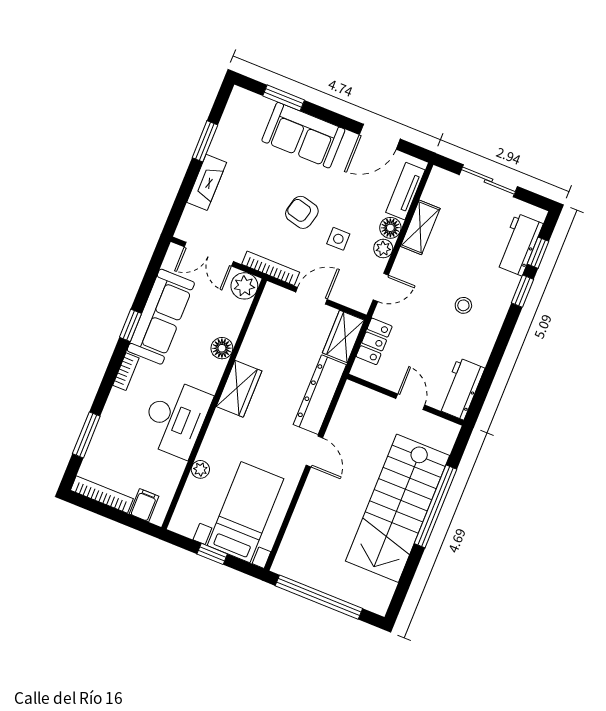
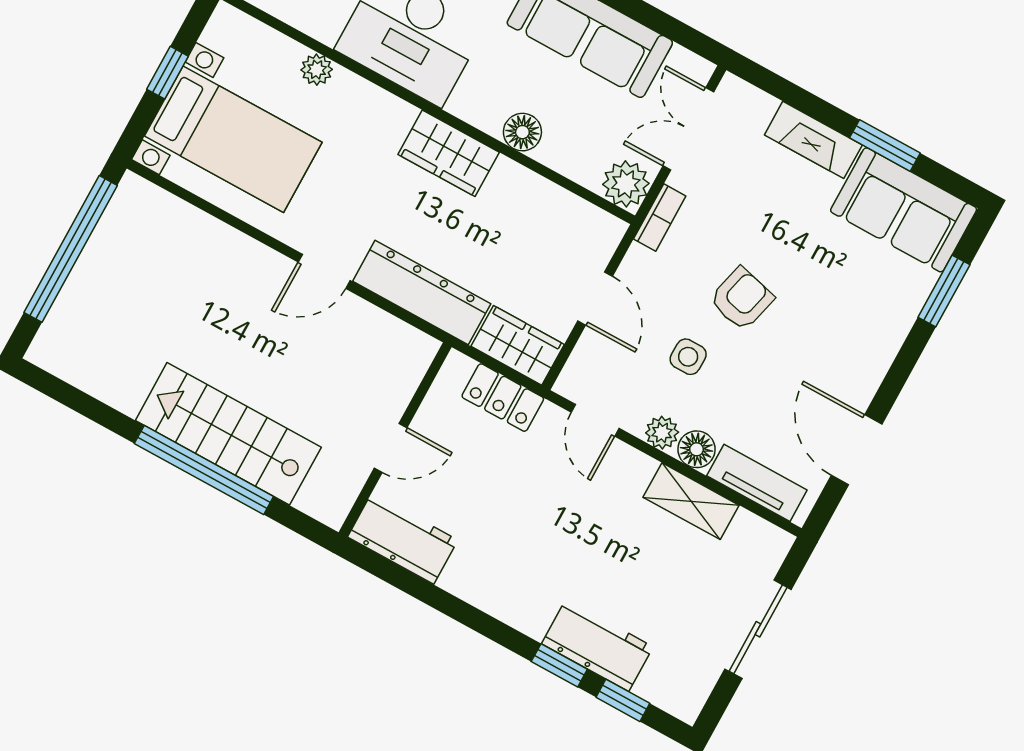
sofa: (303, 135) -> (904, 210), moved, turned -90
workbench: (519, 245) -> (597, 645), moved
bookcase: (271, 268) -> (660, 218), width x0.64
stool: (463, 305) -> (547, 560), removed
stairs: (398, 508) -> (228, 434), width x0.73, depth x0.66

